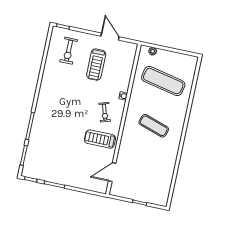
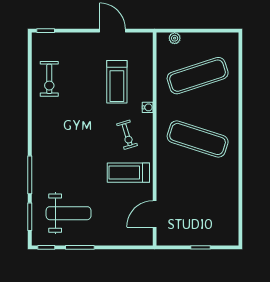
exercise bike: (69, 51) -> (49, 79), moved
treadmill: (96, 65) -> (117, 82), moved
exercise mat: (163, 81) -> (198, 76), turned -30
exercise mat: (154, 126) -> (198, 139), width x1.36, depth x1.45
weight bench: (52, 159) -> (69, 213), added

